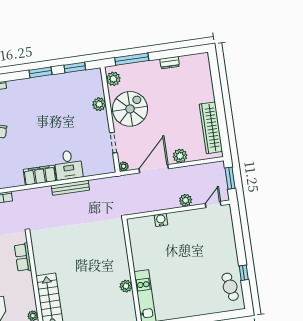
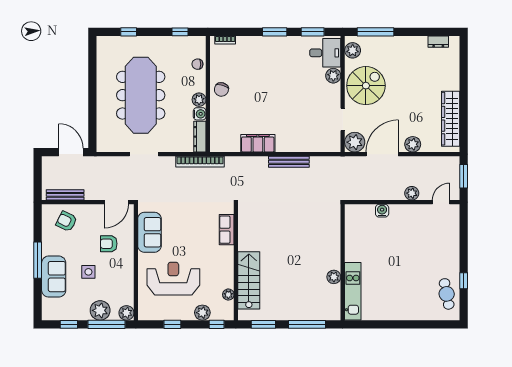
dresser: (170, 63) -> (438, 42), moved
desk: (68, 165) -> (325, 53), moved, turned -90
plant: (124, 166) -> (355, 142), width x1.87, depth x1.87

